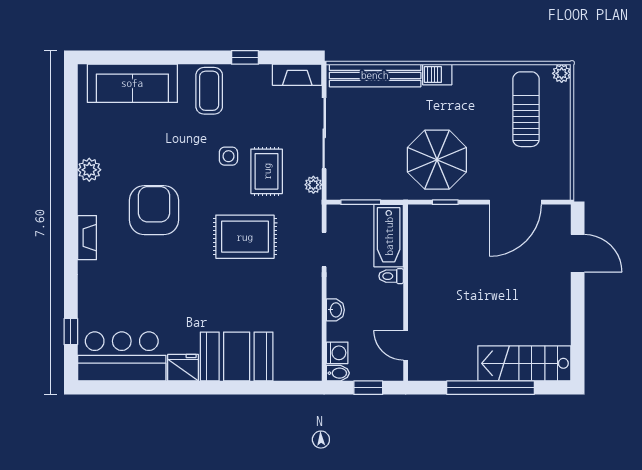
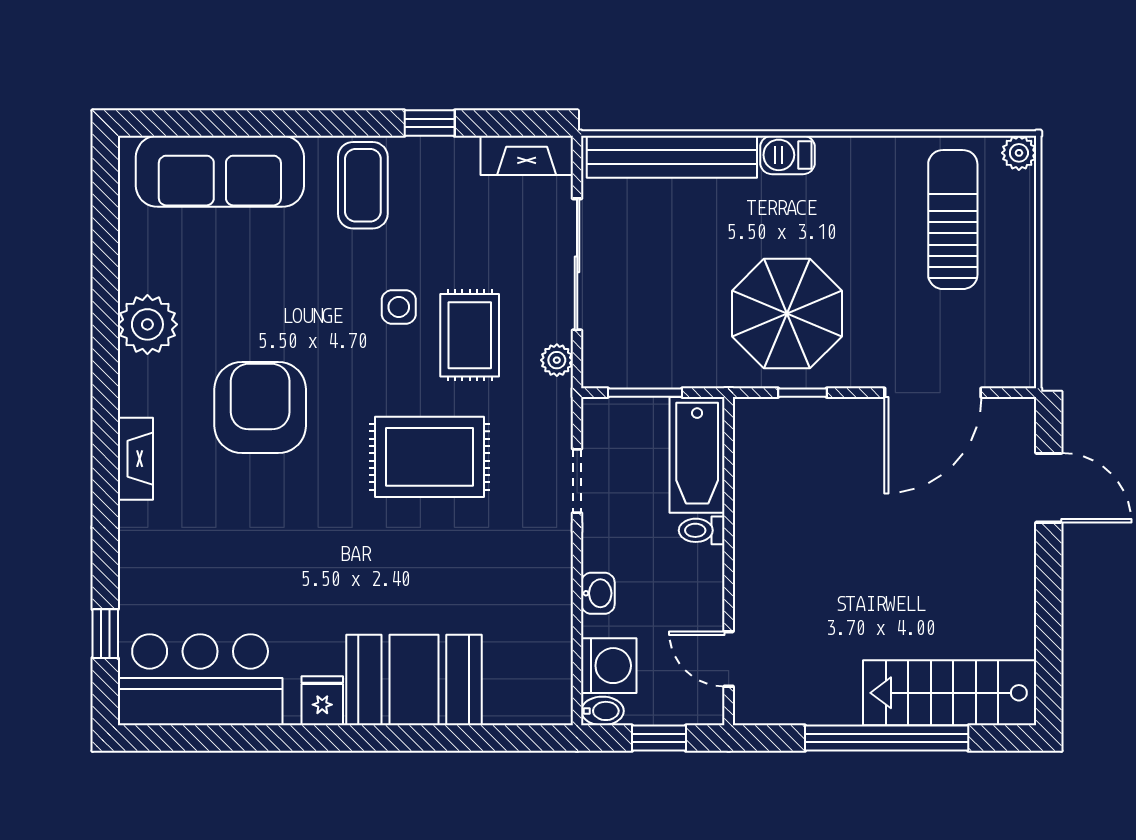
plant: (89, 170) -> (147, 324), width x1.36, depth x1.36
washing machine: (337, 353) -> (609, 666), width x1.38, depth x1.38
fridge: (183, 368) -> (322, 701), width x0.72

